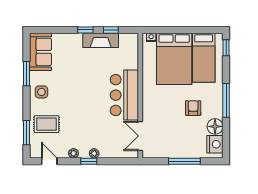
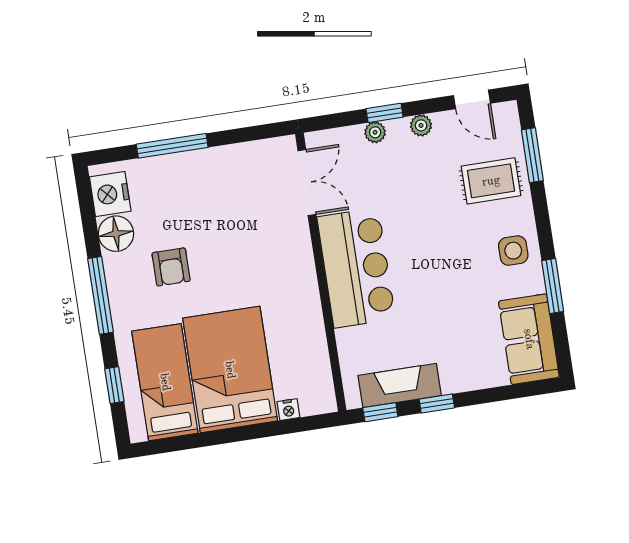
window: (226, 48) -> (114, 385), moved
bar counter: (124, 95) -> (356, 268), moved
wall: (140, 96) -> (321, 272), moved
double door: (140, 136) -> (307, 183), moved

